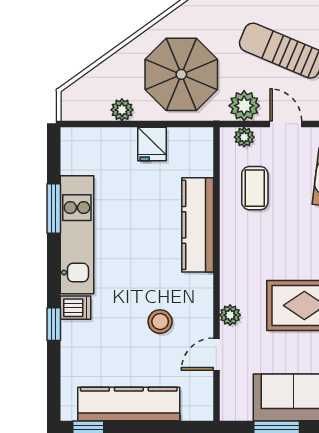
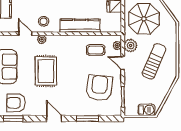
door: (286, 124) -> (123, 63), swing flipped
stool: (160, 322) -> (44, 21), moved

